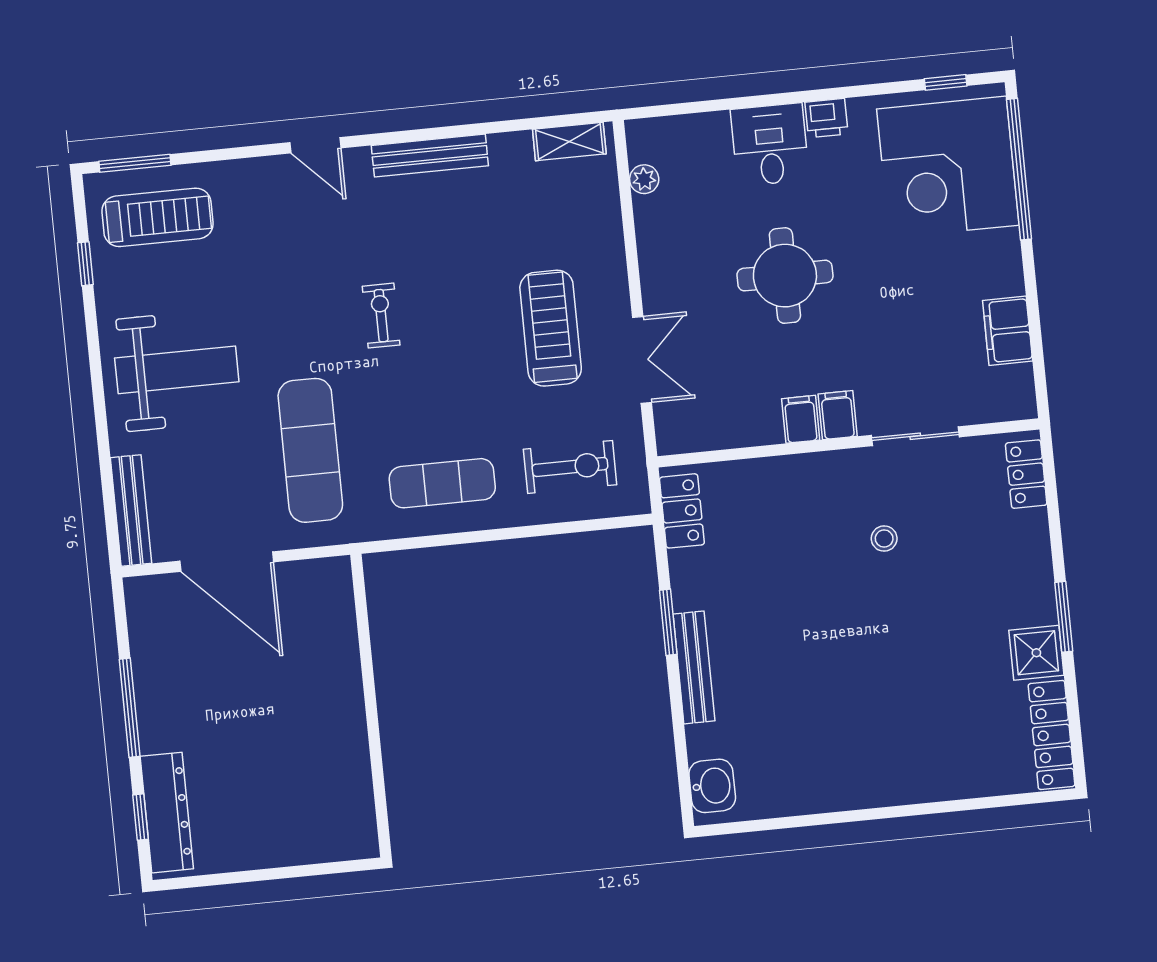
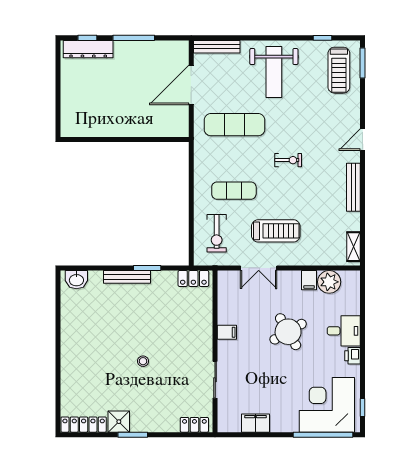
plant: (644, 179) -> (329, 282), width x1.88, depth x1.88
round table: (785, 276) -> (288, 332), turned -30
filing cabinet: (838, 415) -> (309, 280), moved, turned 90
exercise mat: (442, 483) -> (234, 191), moved, turned 90
stool: (884, 539) -> (143, 361), moved

